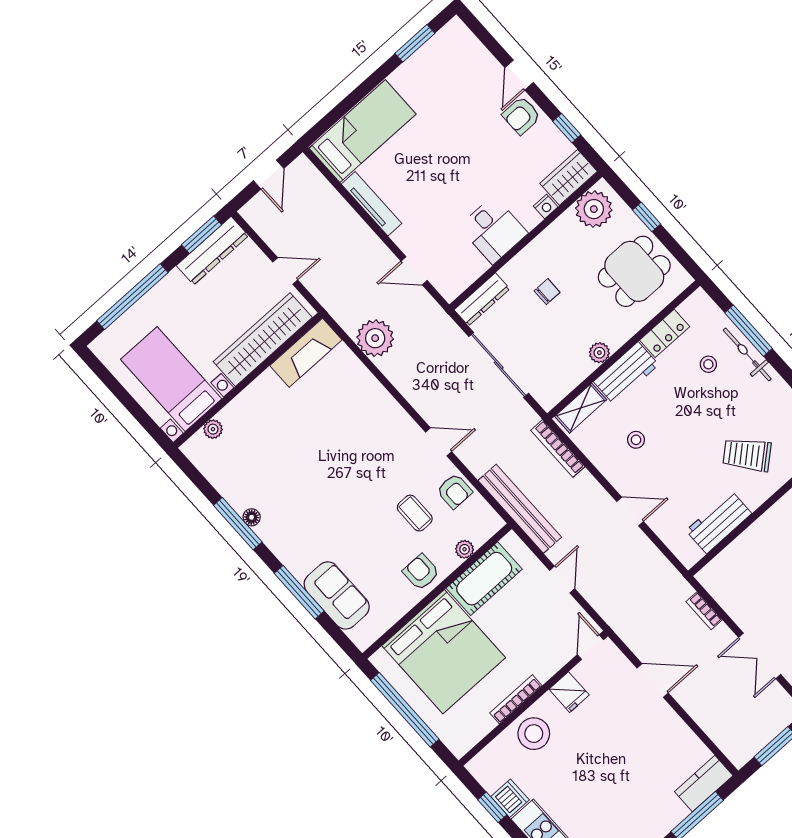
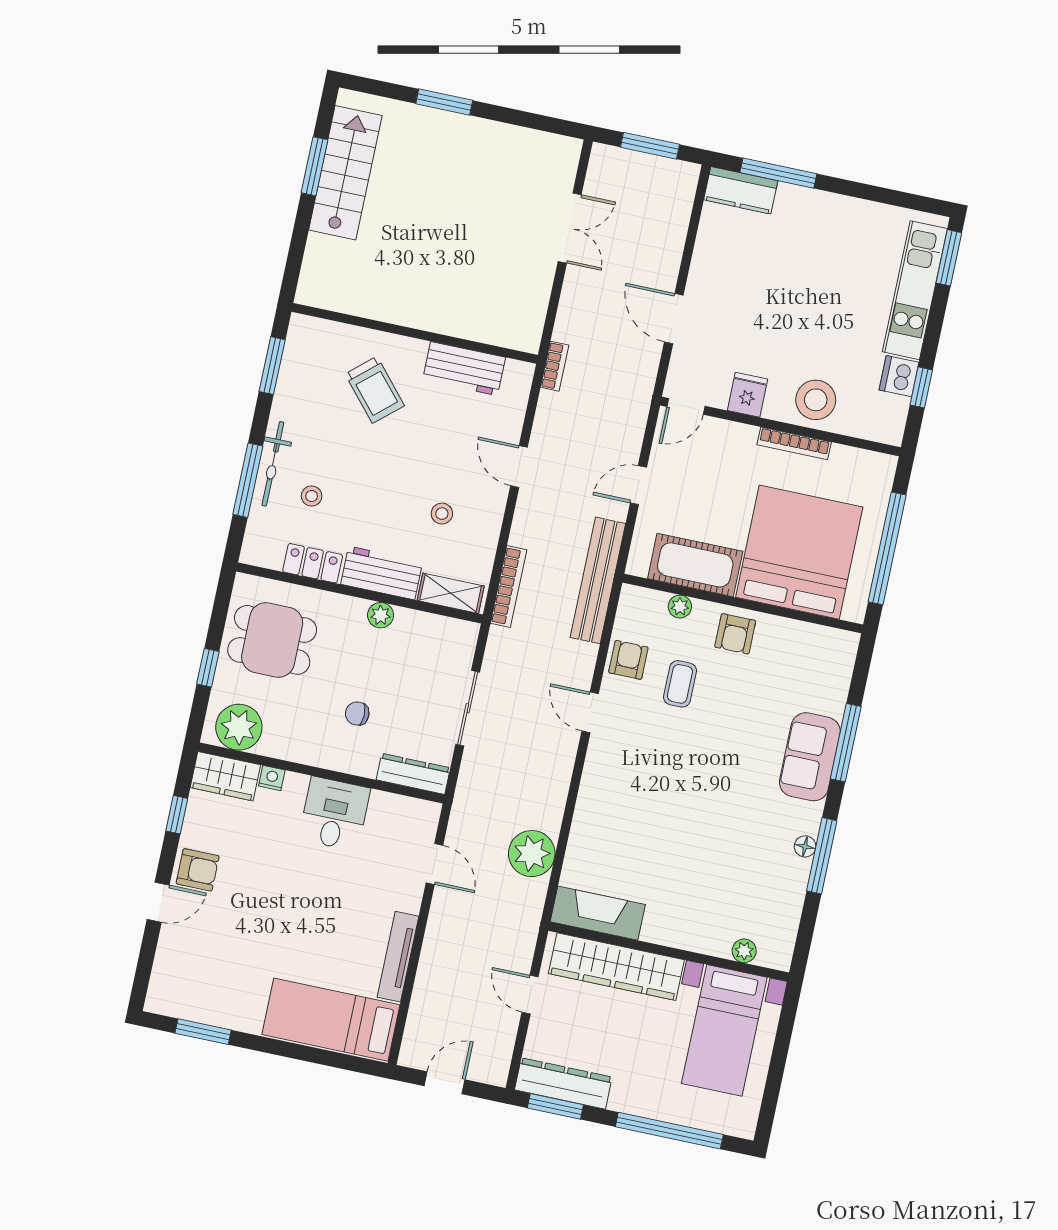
sliding door: (499, 365) -> (468, 708), width x0.73
sofa: (337, 595) -> (810, 757), moved
bookcase: (704, 611) -> (555, 366), moved

